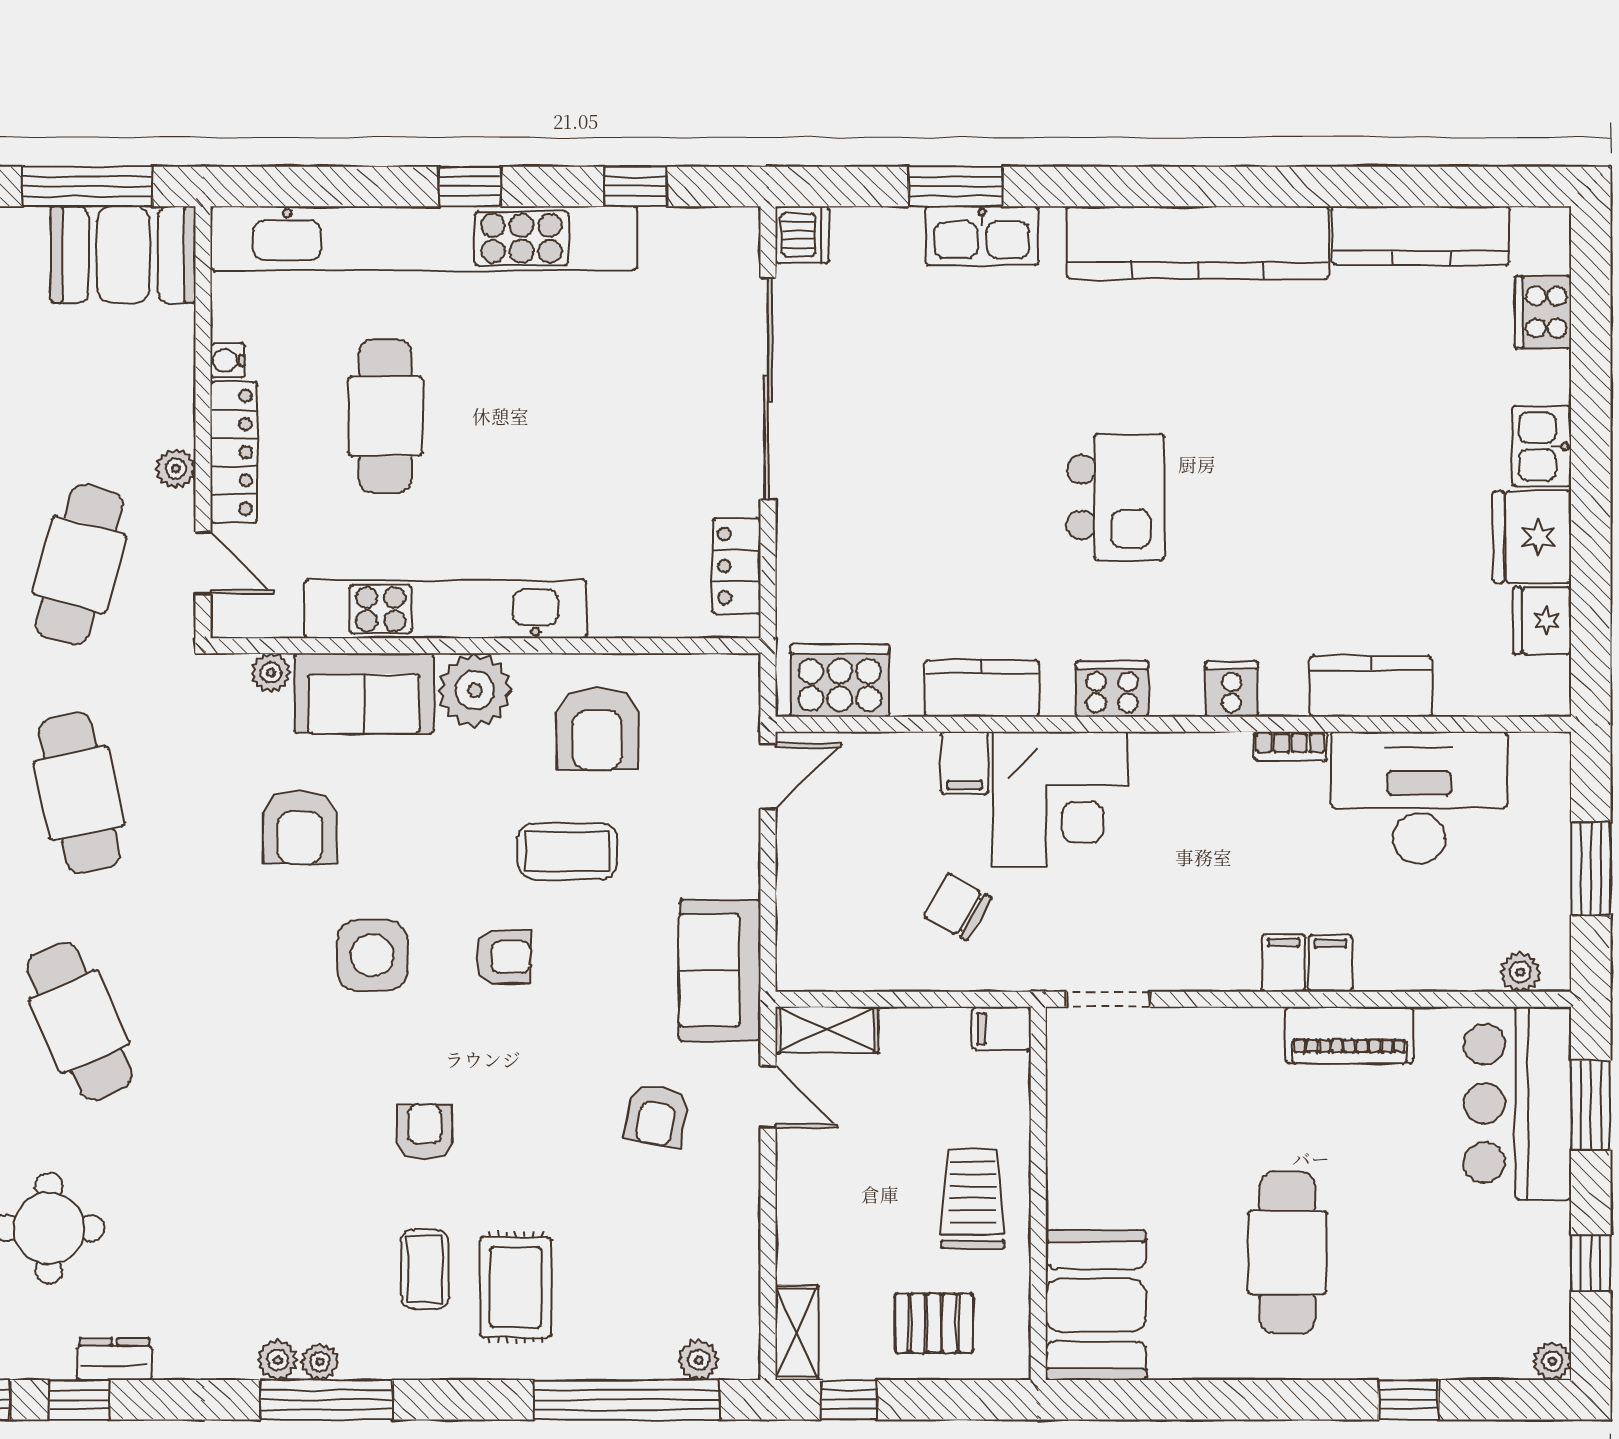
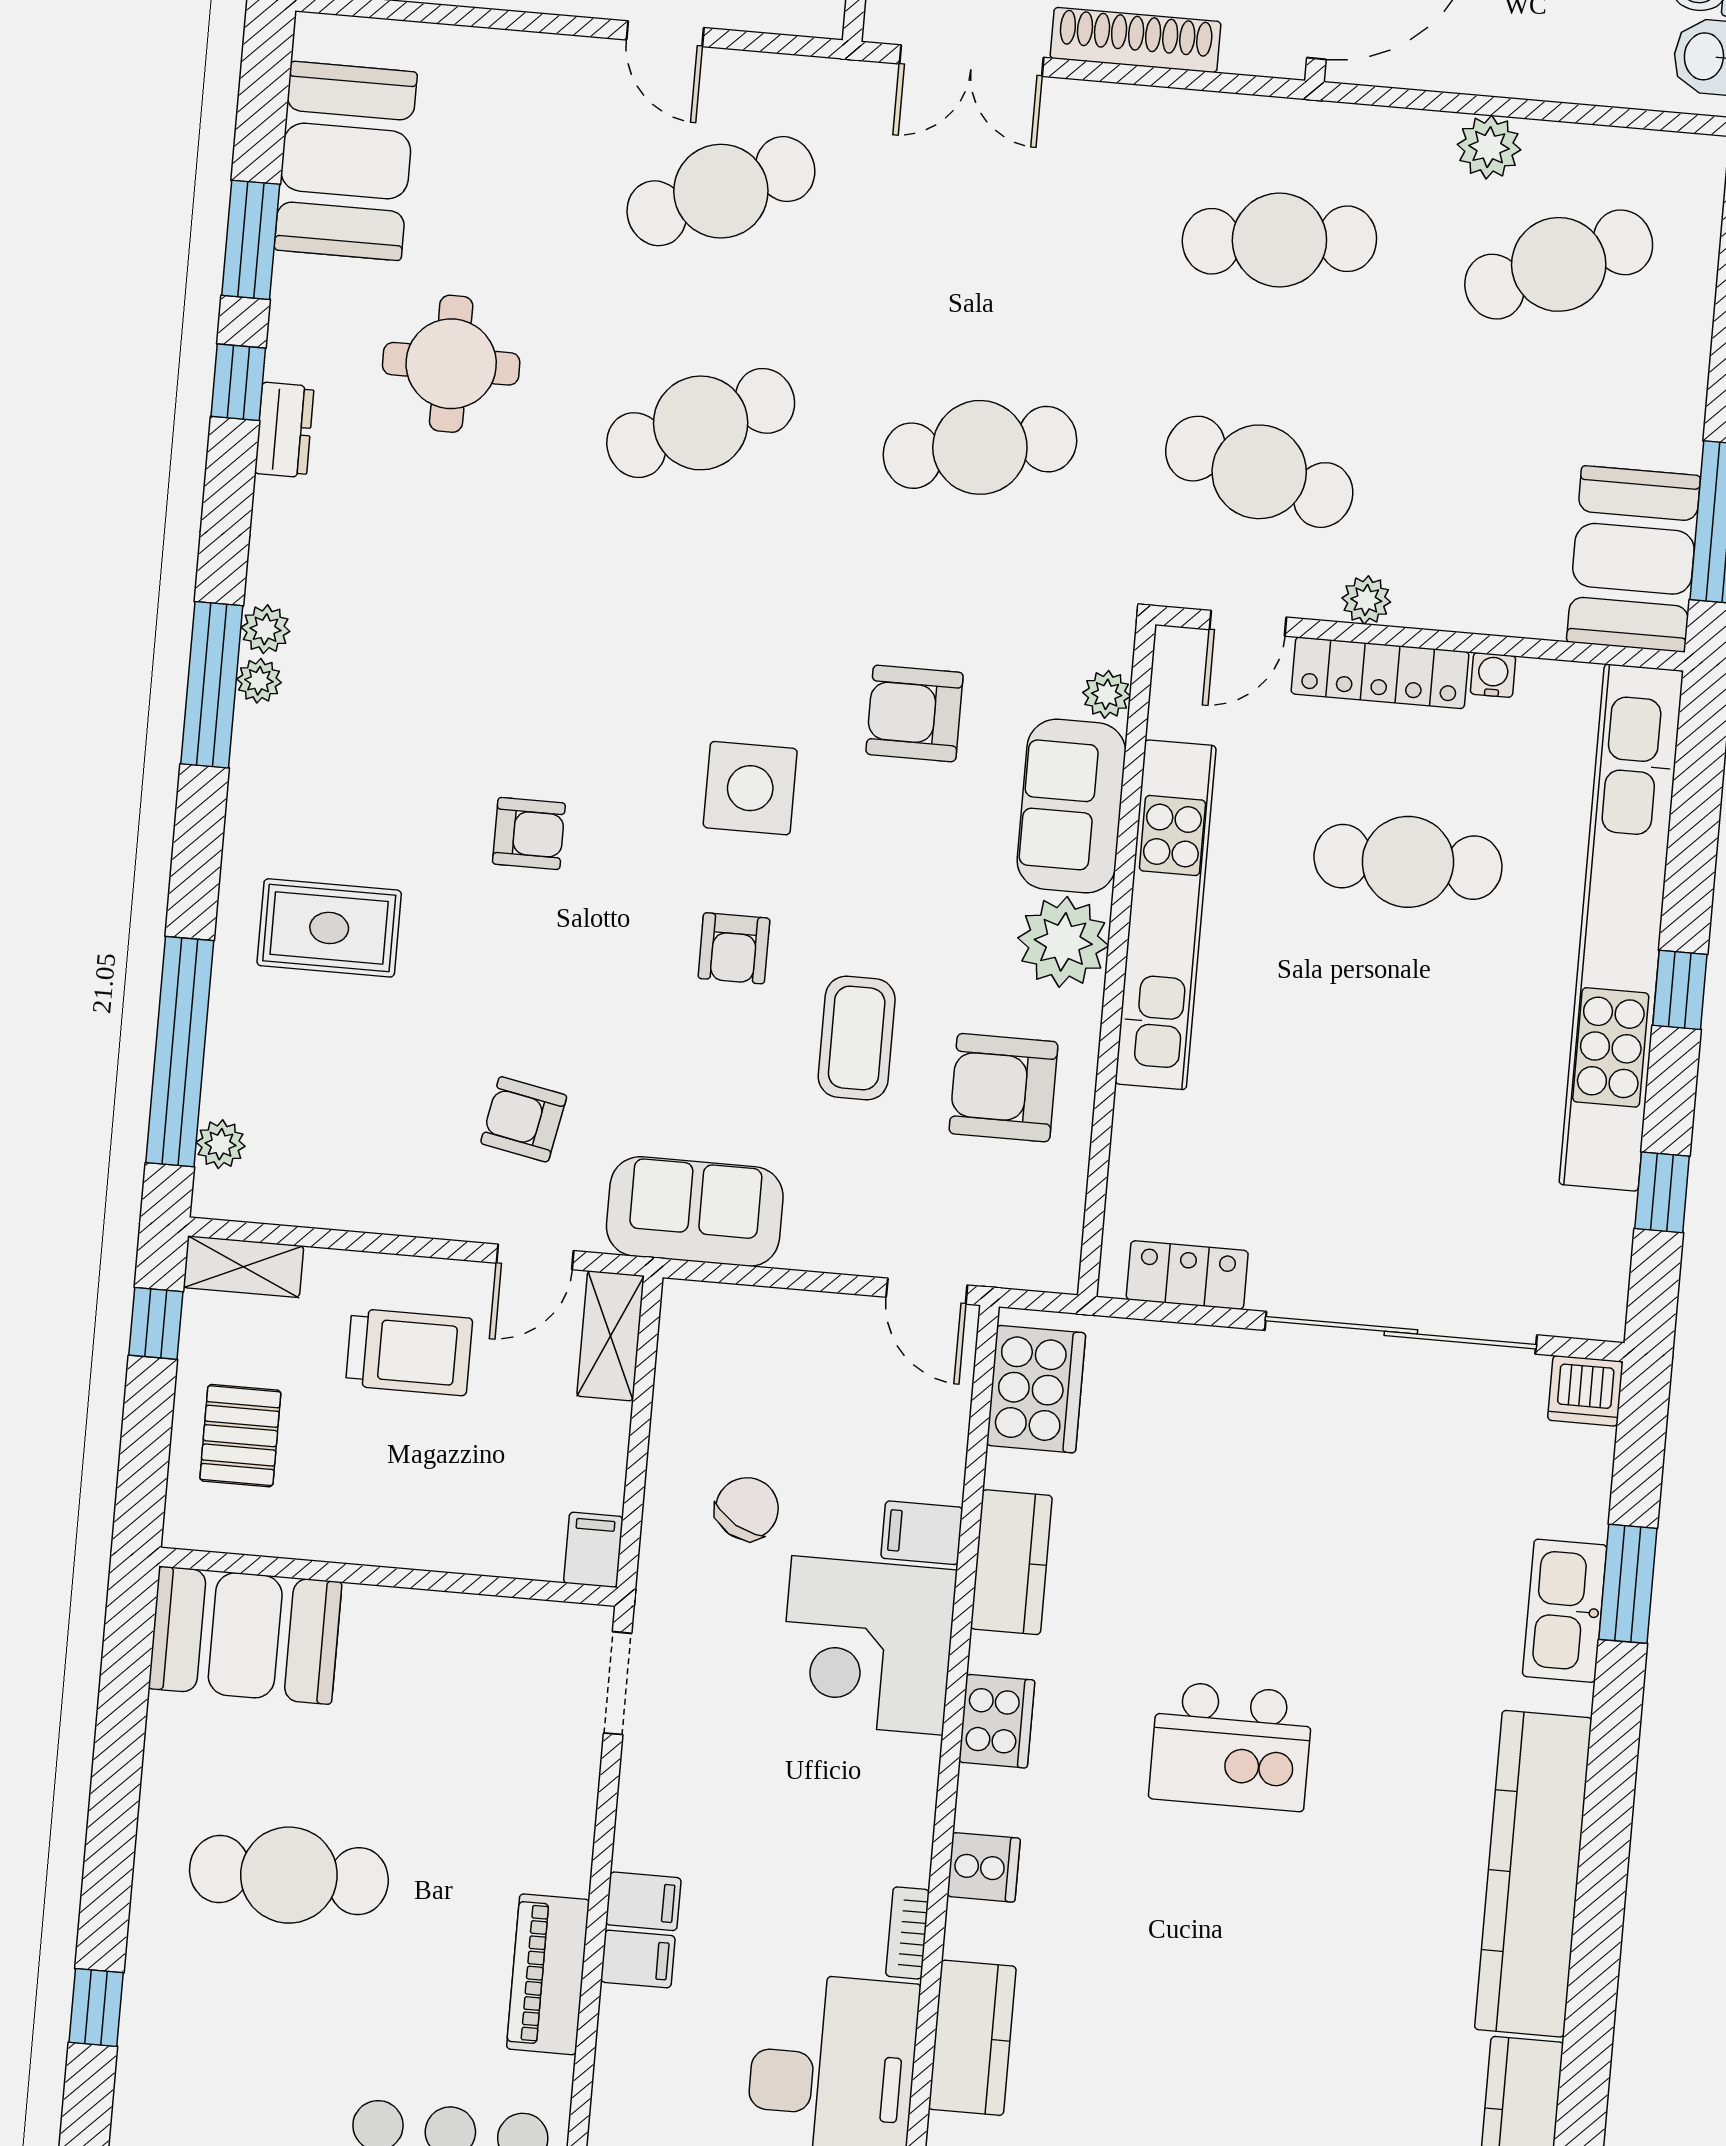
trolley: (973, 1199) -> (409, 1352), moved
coffee table: (425, 1269) -> (361, 819), removed

